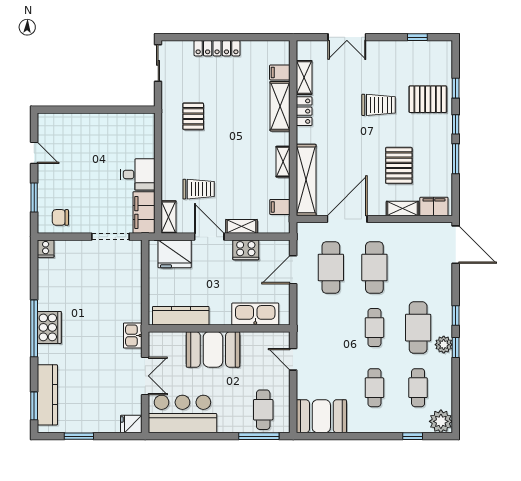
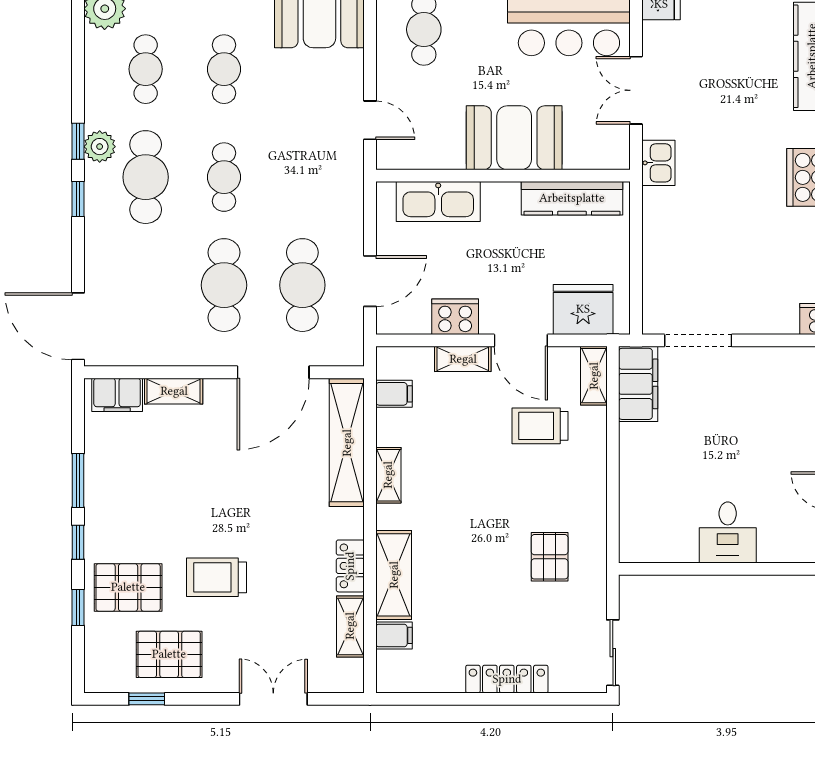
pallet: (399, 165) -> (169, 654), moved, turned 90
desk: (138, 174) -> (728, 532), moved, turned -90
chair: (60, 217) -> (788, 375), removed

